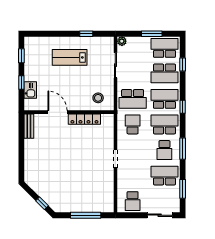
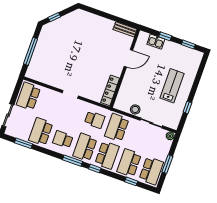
stool: (98, 98) -> (135, 109), moved
locker: (84, 119) -> (110, 90), moved
school desk: (164, 124) -> (85, 147), turned 180
window: (183, 149) -> (72, 161), moved
school desk: (164, 176) -> (41, 132), turned 180
school desk: (133, 201) -> (28, 96), width x1.85

